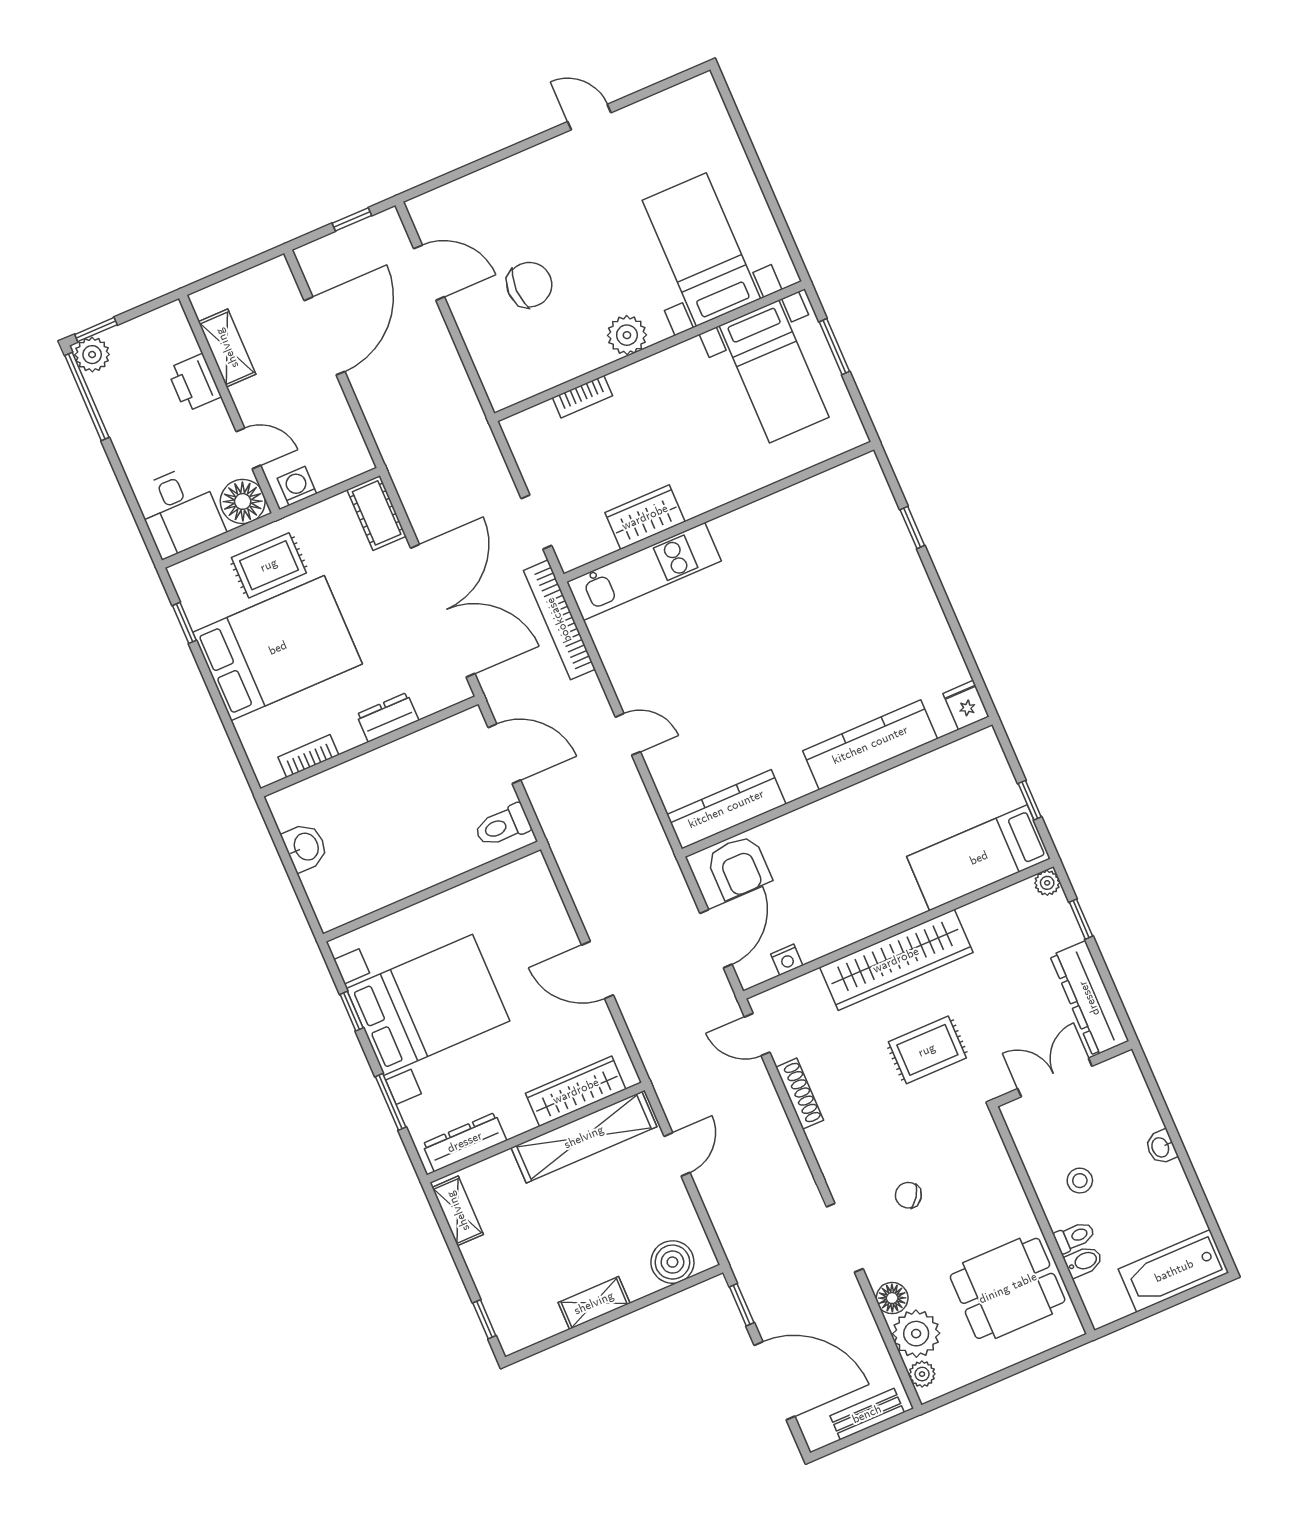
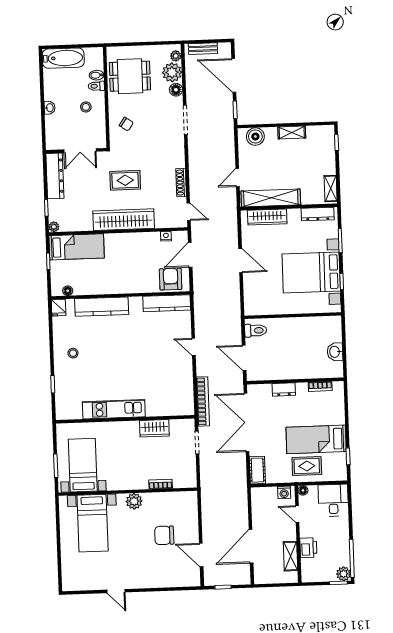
floor lamp: (243, 501) -> (303, 490), width x0.53, depth x0.53
kitchen unit: (644, 571) -> (114, 409), moved
stool: (894, 615) -> (73, 353), added
bed: (278, 648) -> (316, 439), width x0.67
floor lamp: (960, 751) -> (68, 291), added
chair: (908, 1195) -> (126, 124), moved

